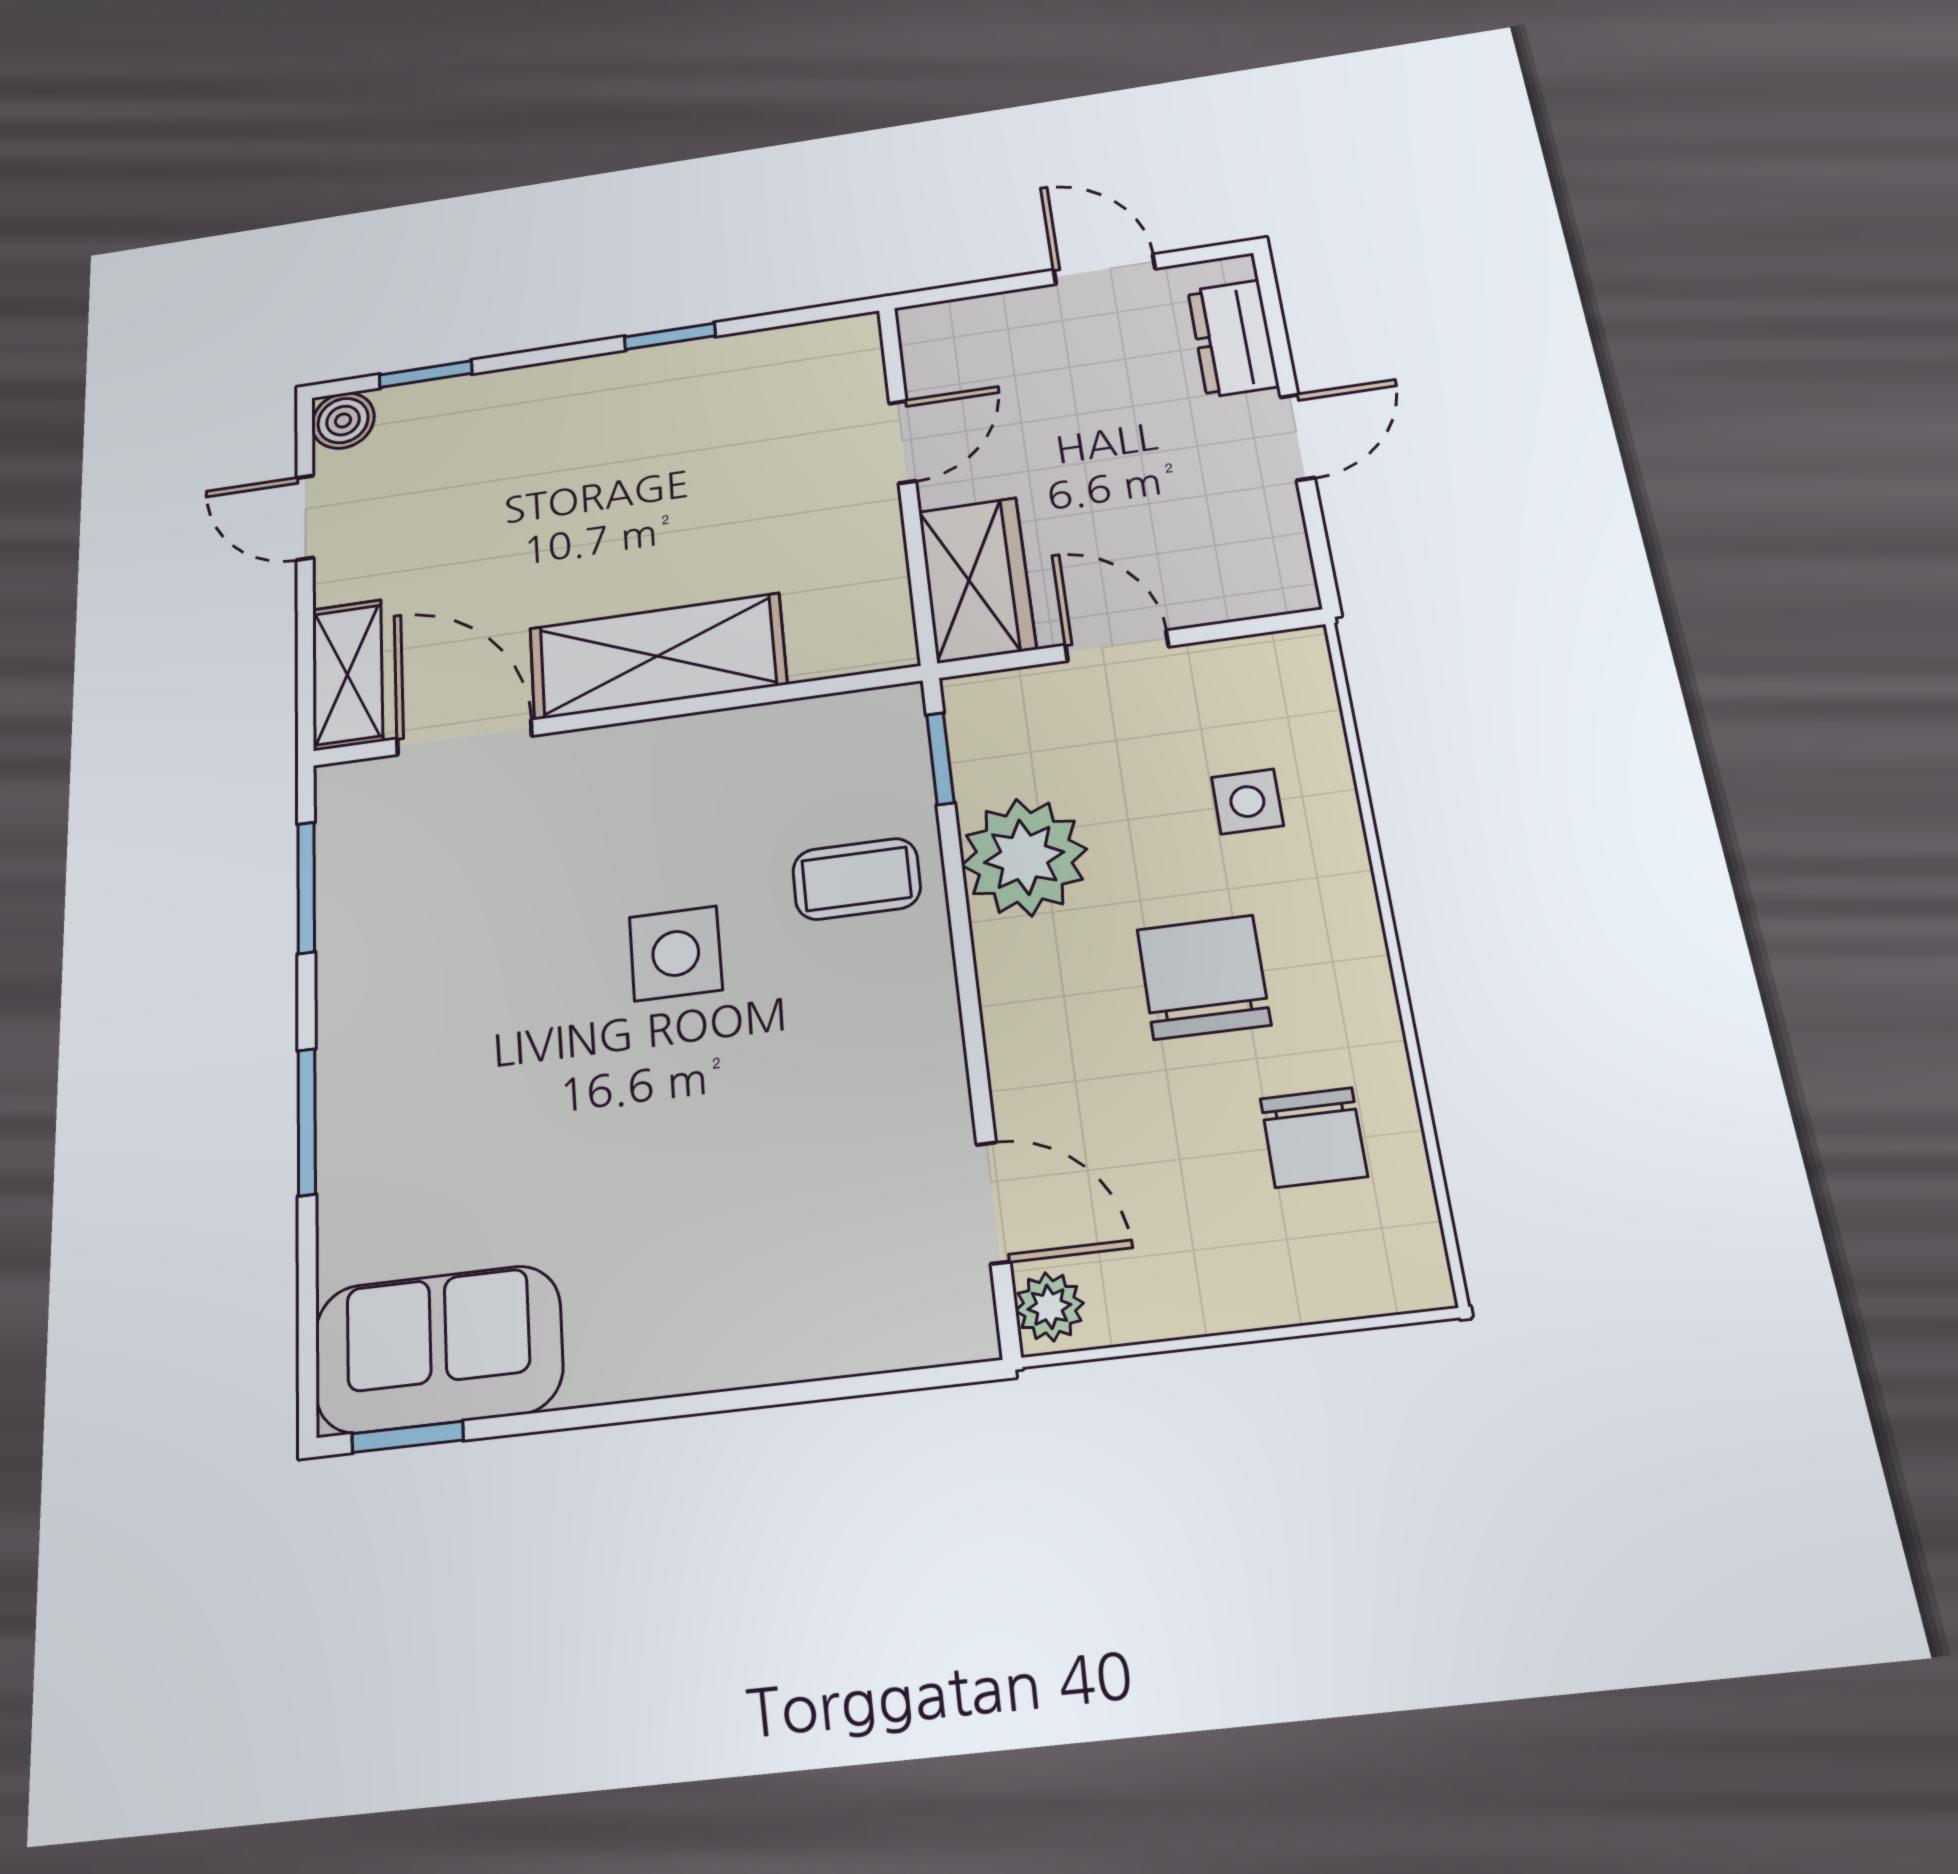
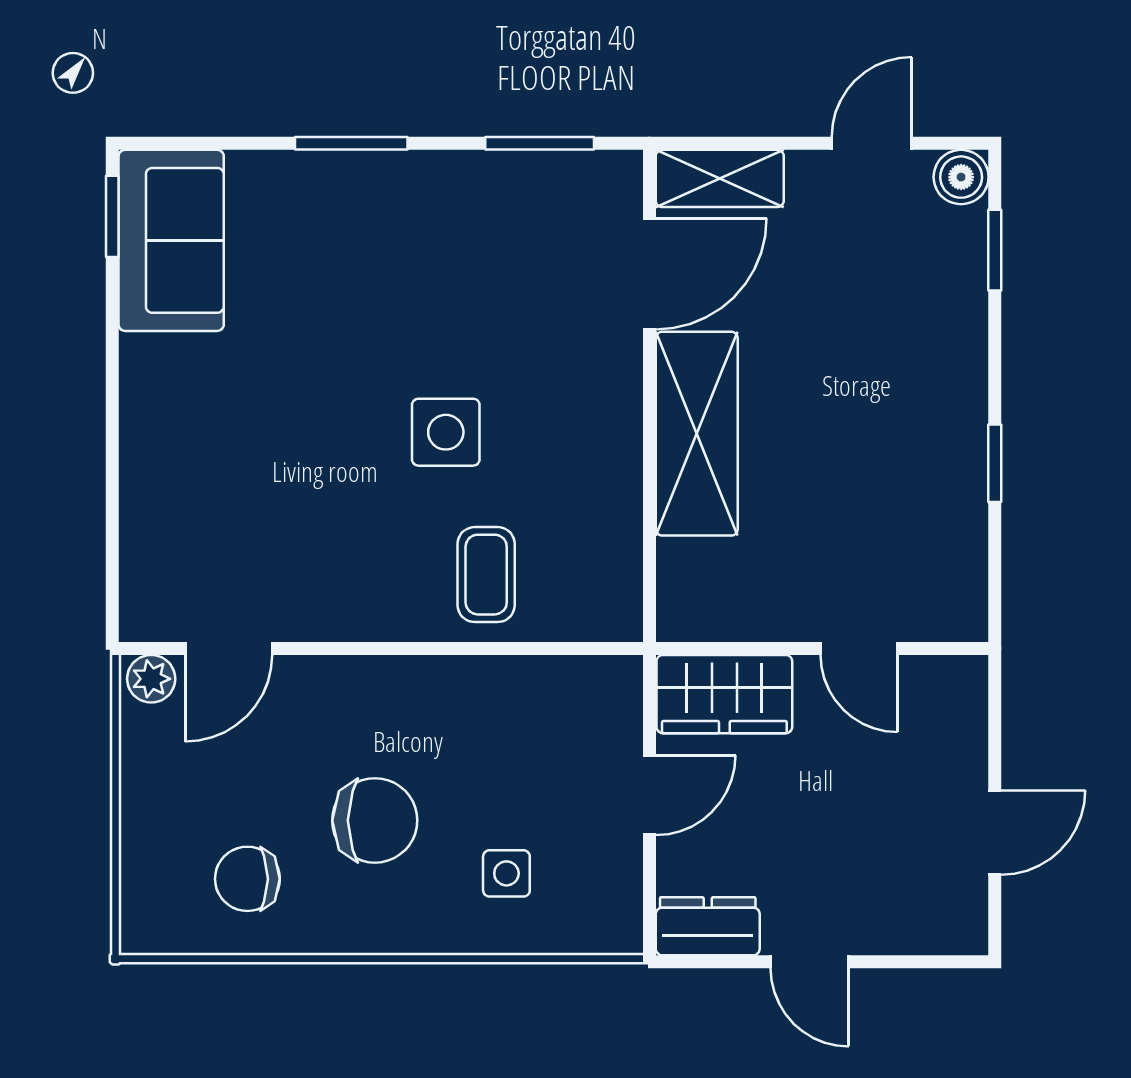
dresser: (1233, 338) -> (708, 926), moved
window: (940, 759) -> (575, 648), removed
plant: (1024, 857) -> (486, 702), removed

